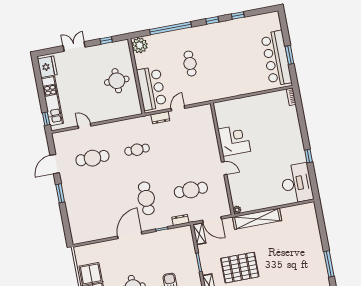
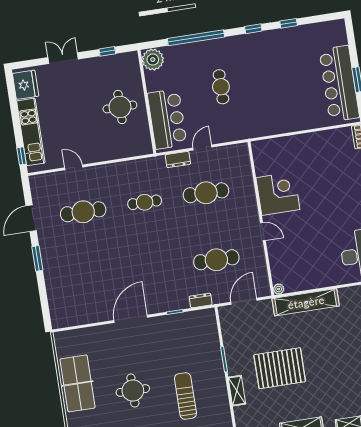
cafe table: (146, 198) -> (206, 193), moved, turned 90
door: (212, 220) -> (244, 301), swing flipped
shelving: (199, 234) -> (226, 320), removed

